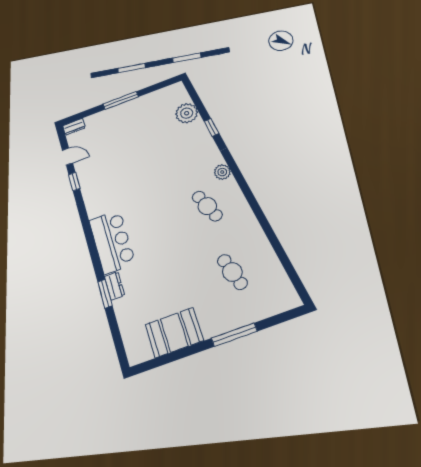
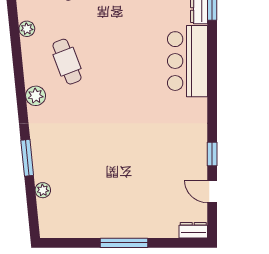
plant: (187, 113) -> (43, 190), width x0.53, depth x0.53
window: (211, 127) -> (27, 158), width x1.50
plant: (250, 219) -> (27, 29), added

